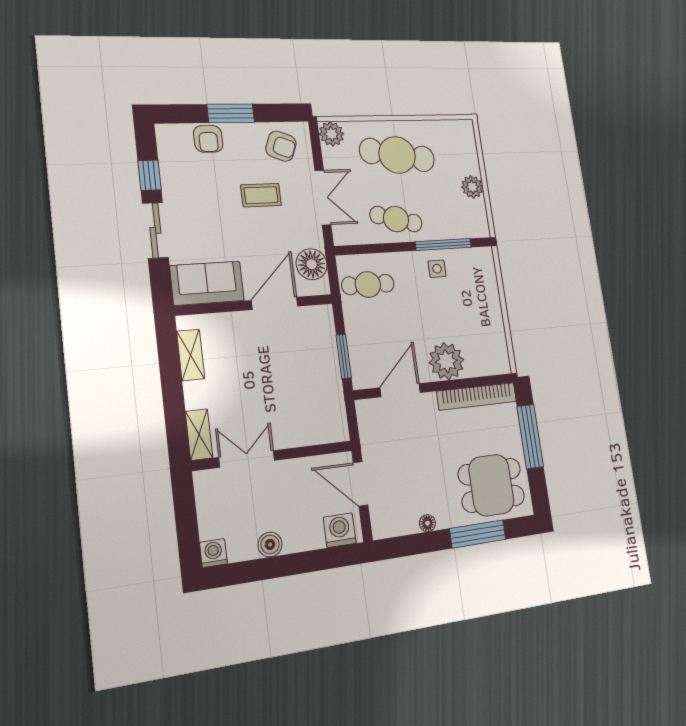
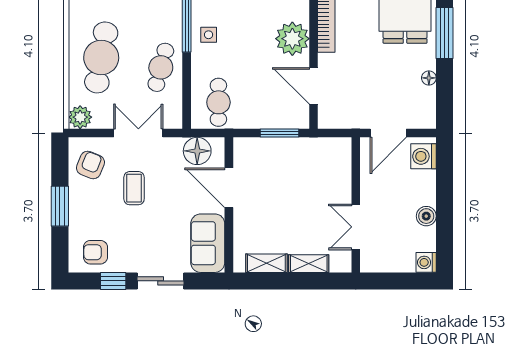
armchair: (208, 139) -> (95, 252), moved, turned 180
shelving: (199, 435) -> (309, 264), moved

